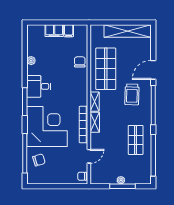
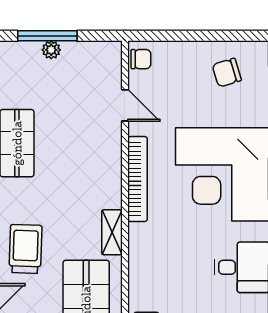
shelving: (95, 122) -> (112, 184), removed
door: (89, 156) -> (125, 105), swing flipped
chair: (39, 160) -> (227, 73), moved

